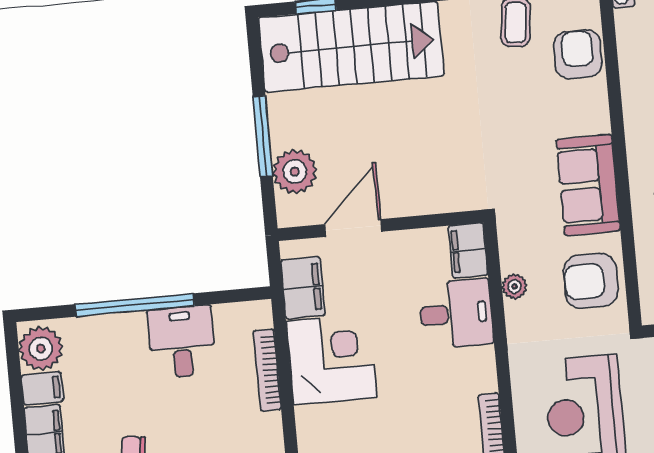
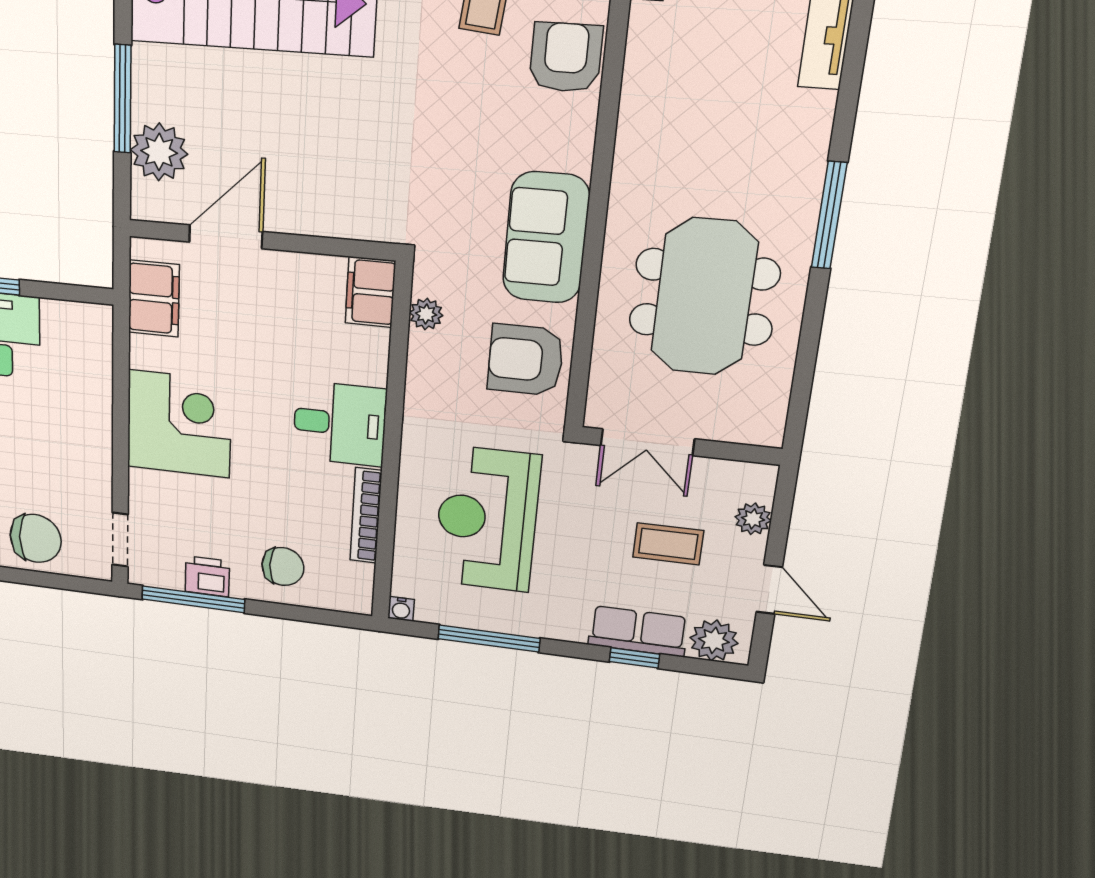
plant: (515, 286) -> (426, 314), moved
desk: (456, 314) -> (340, 423), moved
corner desk: (332, 359) -> (179, 424), moved
bookcase: (267, 370) -> (101, 387), removed

